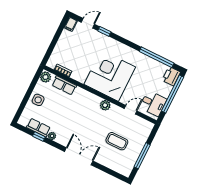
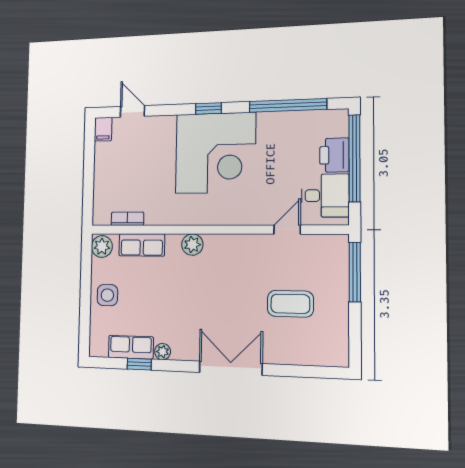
door: (88, 23) -> (132, 111), hinge flipped
window: (104, 31) -> (208, 108), moved
corner desk: (110, 76) -> (215, 153), moved, turned 180
printer: (171, 76) -> (334, 155), moved
plant: (105, 105) -> (192, 245), moved
window: (142, 156) -> (355, 272), moved

